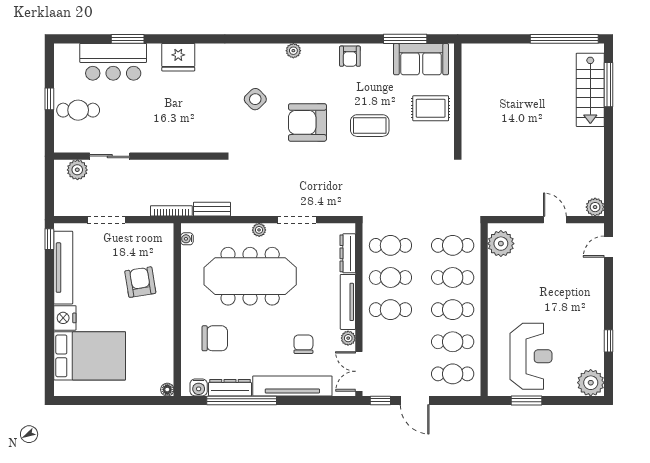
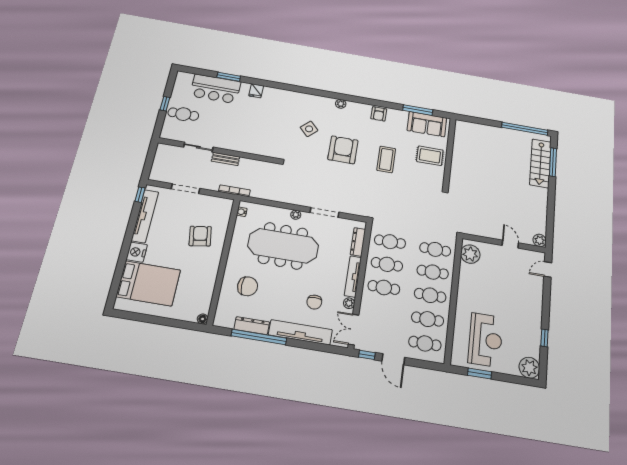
fridge: (178, 57) -> (256, 91), width x0.53, depth x0.75
armchair: (307, 122) -> (343, 150), turned 90
coffee table: (370, 126) -> (386, 159), turned 90
plant: (77, 170) -> (173, 152), removed
bench: (212, 209) -> (226, 159), moved
chair: (303, 344) -> (314, 302), turned 180
water cooler: (199, 387) -> (227, 321), removed

